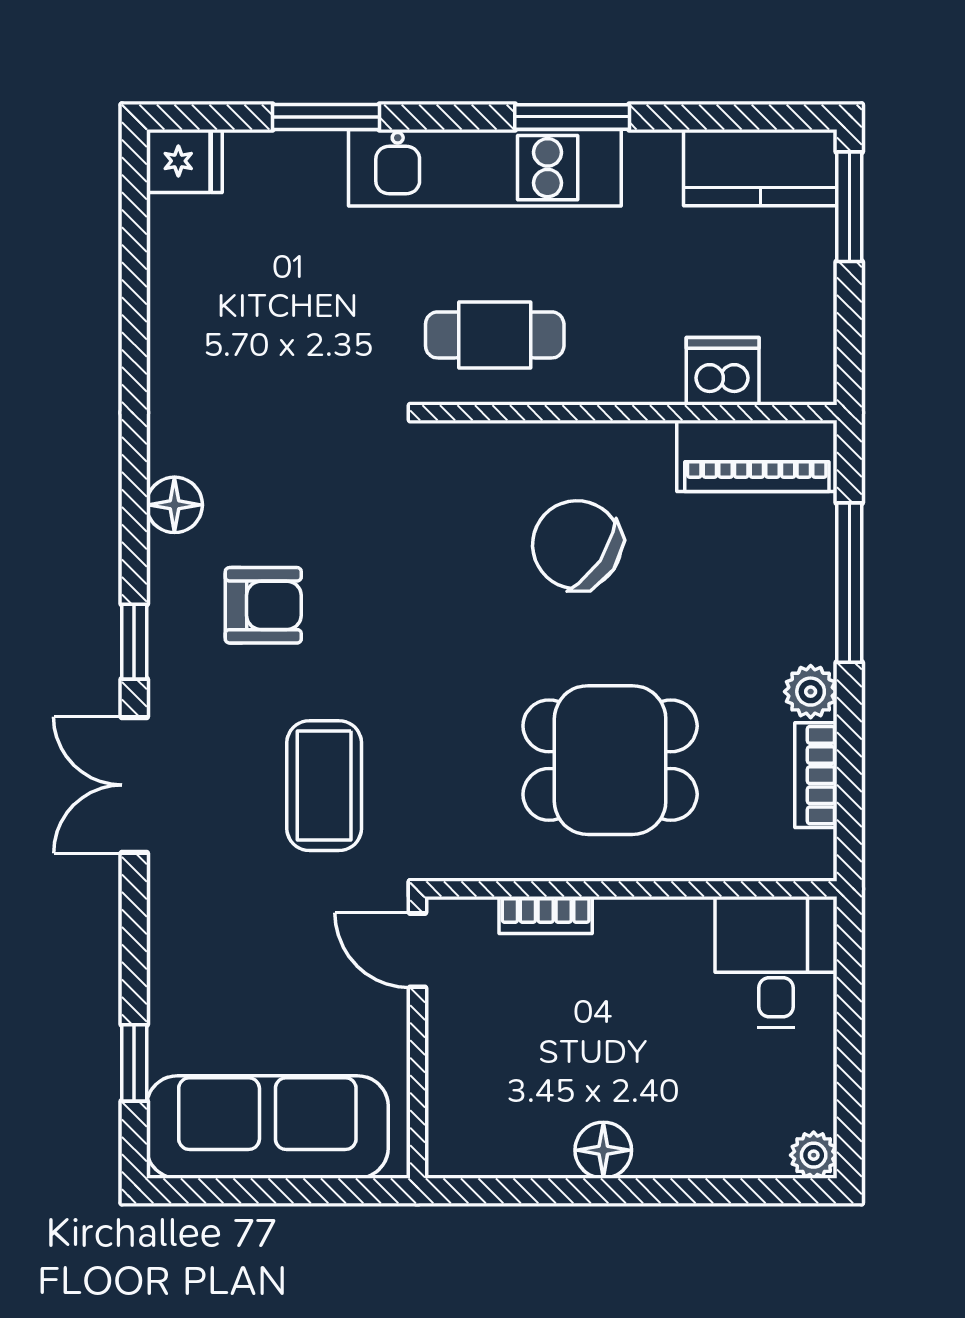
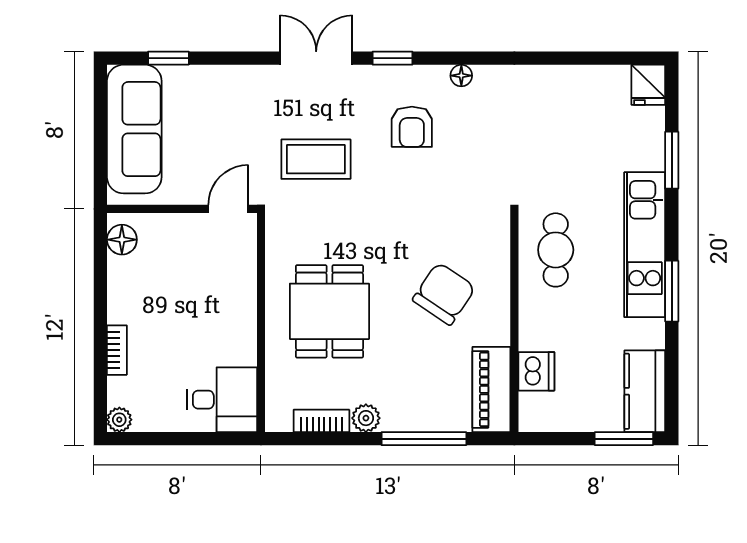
floor lamp: (174, 505) -> (461, 76), width x0.73, depth x0.73
bookcase: (546, 915) -> (117, 350), moved, turned 180
floor lamp: (603, 1150) -> (122, 240), moved

